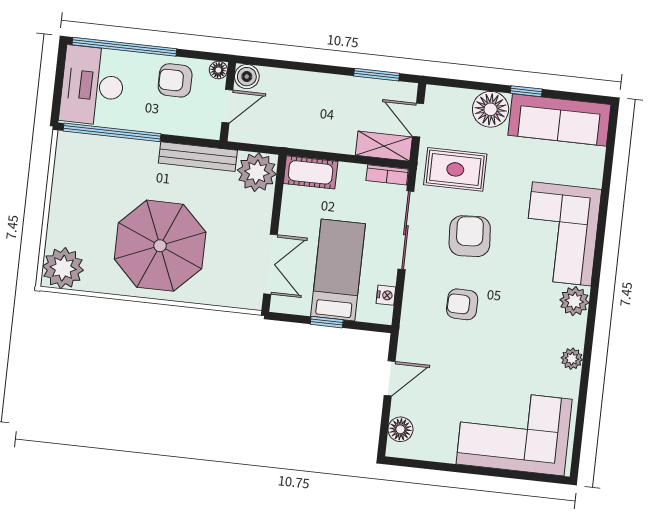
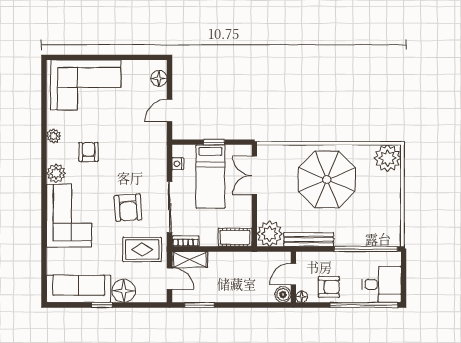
desk: (92, 86) -> (382, 284), width x0.73
armchair: (462, 304) -> (88, 152), moved, turned -91

